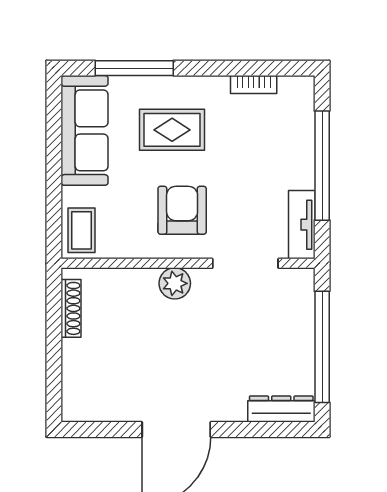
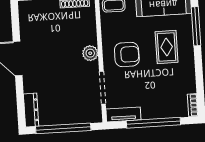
bookcase: (254, 85) -> (193, 105), moved

